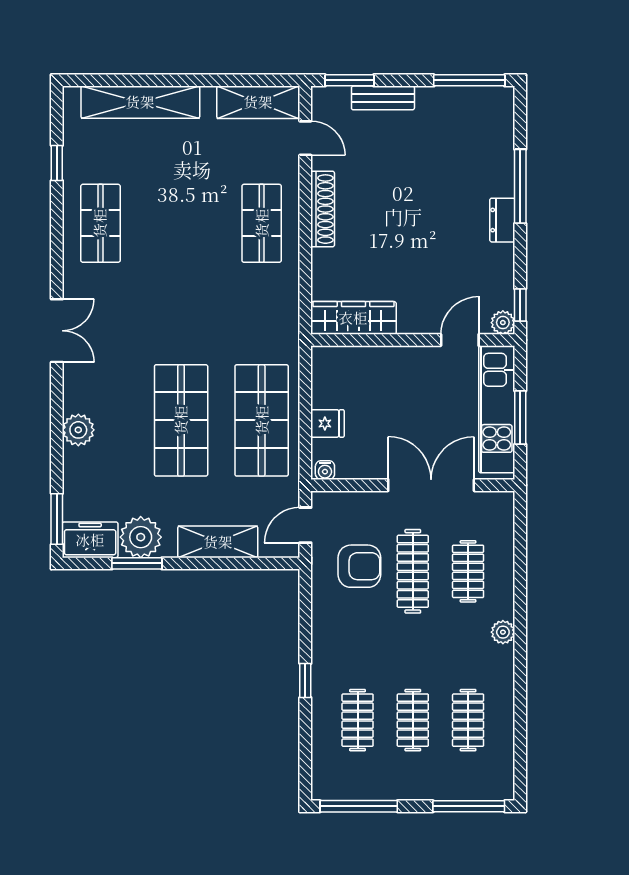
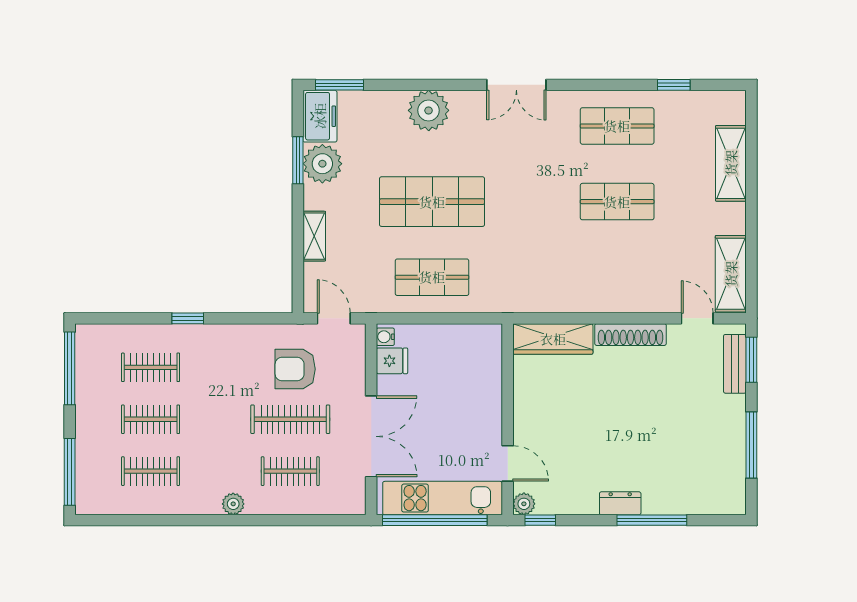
window: (469, 80) -> (751, 445), moved
bench: (383, 98) -> (735, 364), moved
shelving: (140, 102) -> (731, 163), width x0.68
door: (305, 138) -> (697, 318), swing flipped
shop shelf: (262, 223) -> (617, 202), moved
wardrobe: (353, 318) -> (553, 339), moved, turned 90
window: (520, 417) -> (435, 520), width x2.11
shop shelf: (262, 420) -> (432, 277), width x0.70, depth x0.74
fridge: (327, 423) -> (392, 361), moved, turned -90
plant: (78, 430) -> (429, 110), width x1.36, depth x1.36
shelving: (218, 542) -> (314, 236), width x0.67, depth x0.75
armchair: (359, 566) -> (295, 369), turned 90

